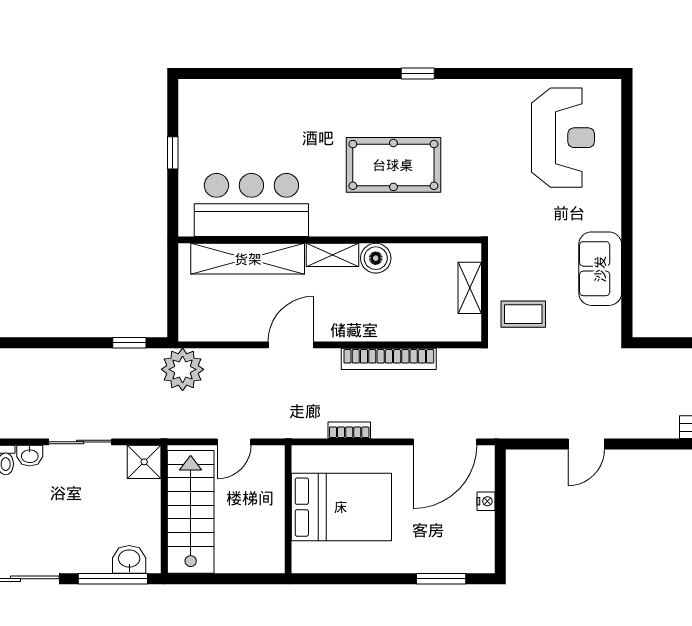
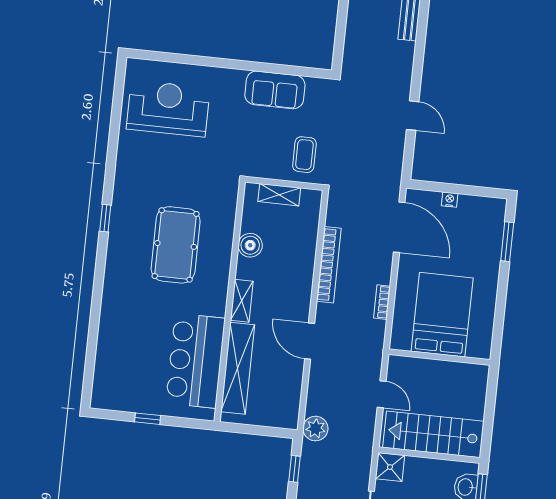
boiler: (376, 258) -> (250, 245), moved
plant: (183, 369) -> (315, 429), width x0.73, depth x0.73

